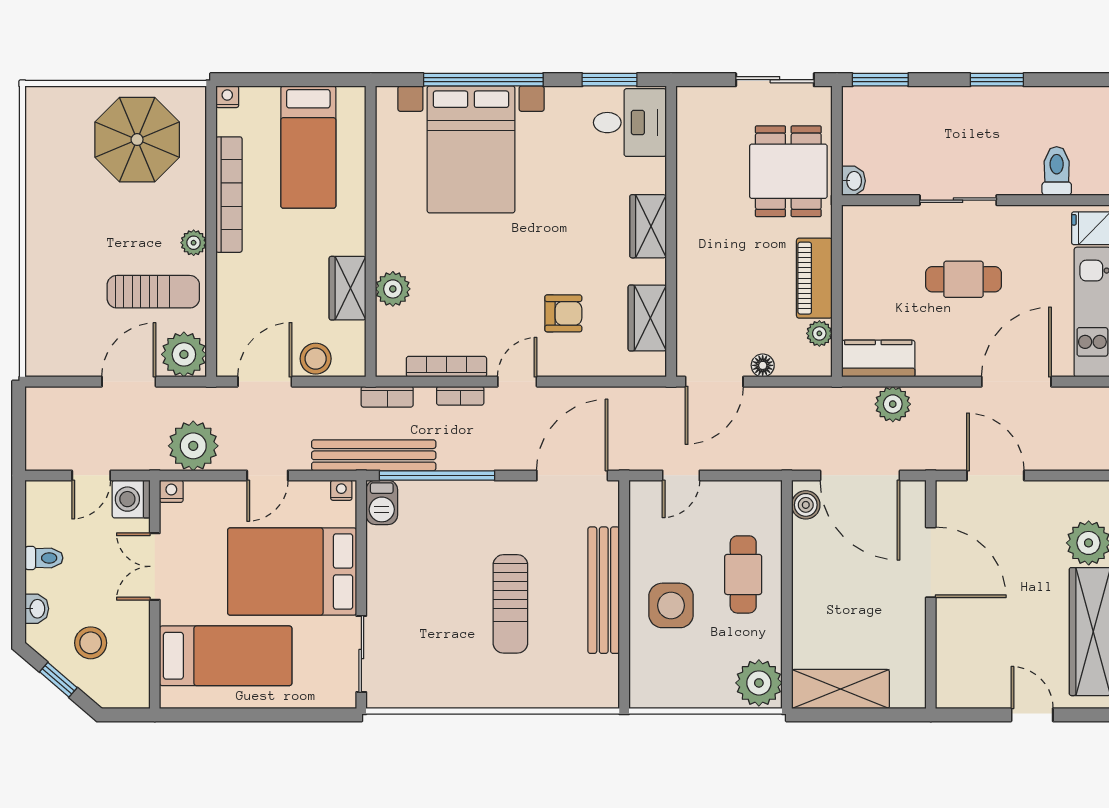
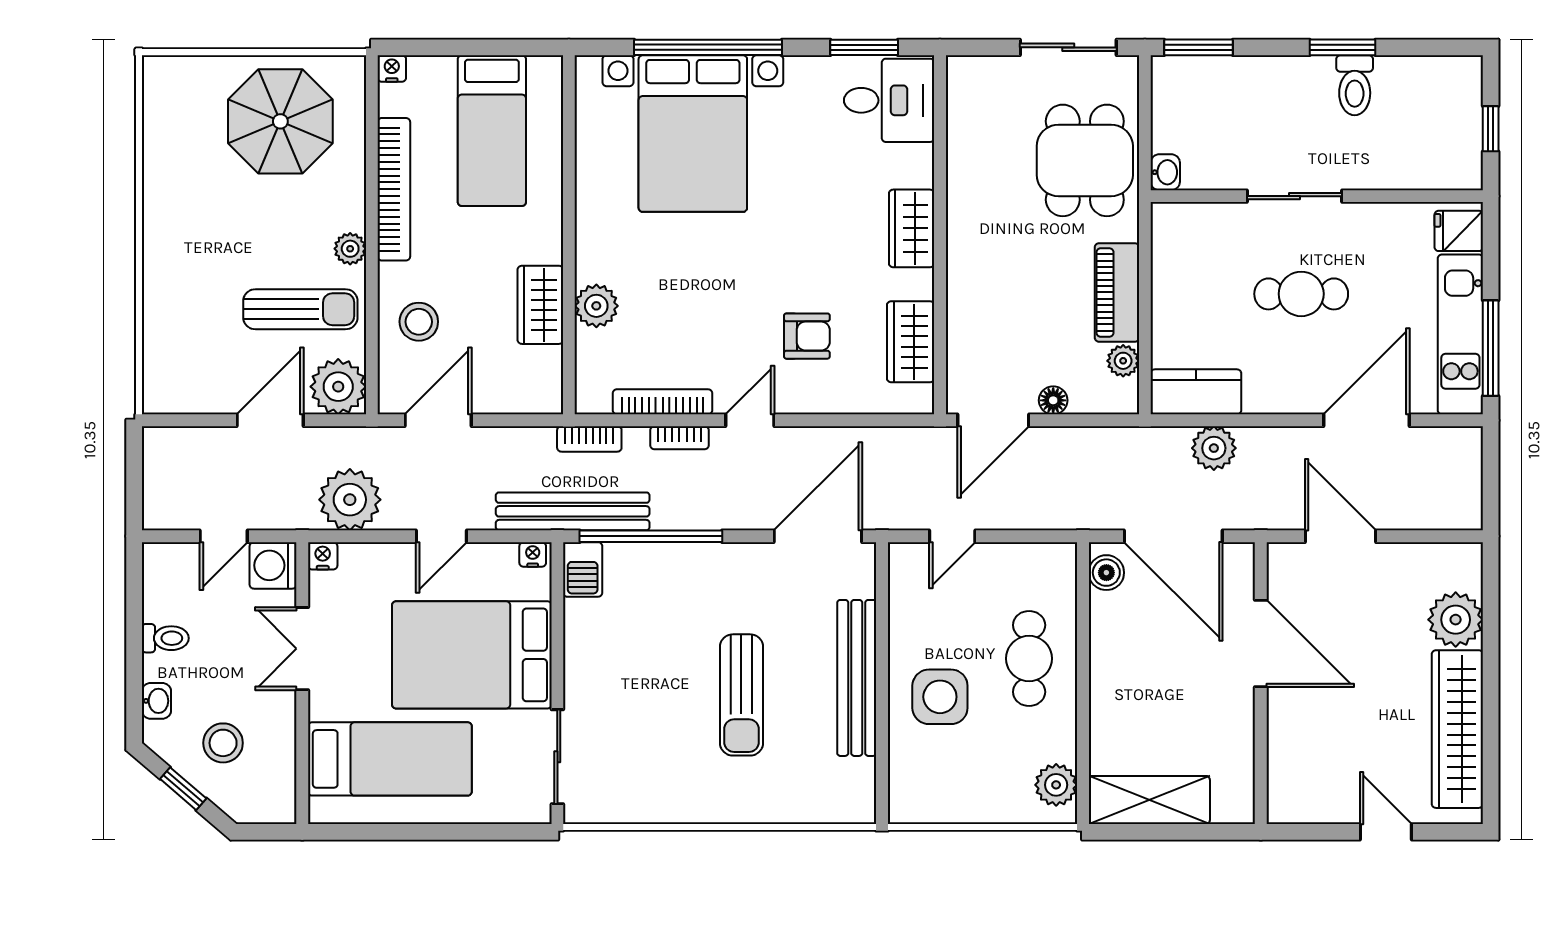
toilet: (1057, 171) -> (1355, 85), moved, turned 180
stool: (316, 359) -> (419, 322), moved
plant: (759, 683) -> (1056, 785), width x0.73, depth x0.73

